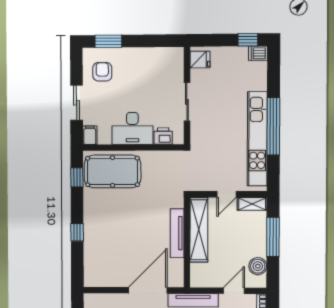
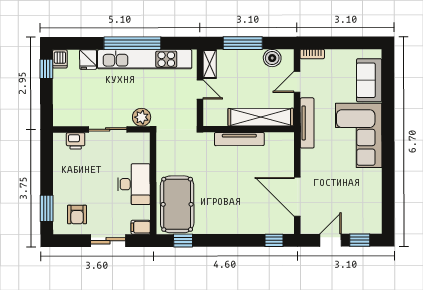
fridge: (200, 60) -> (88, 60), moved, turned 180
armchair: (102, 72) -> (77, 215), turned -90
printer: (163, 136) -> (76, 141), moved, turned -90
plant: (199, 136) -> (142, 117), added
shelving: (199, 230) -> (261, 117), moved
window: (77, 232) -> (274, 240), moved
door: (148, 290) -> (297, 197), moved
door: (234, 291) -> (297, 82), hinge flipped

